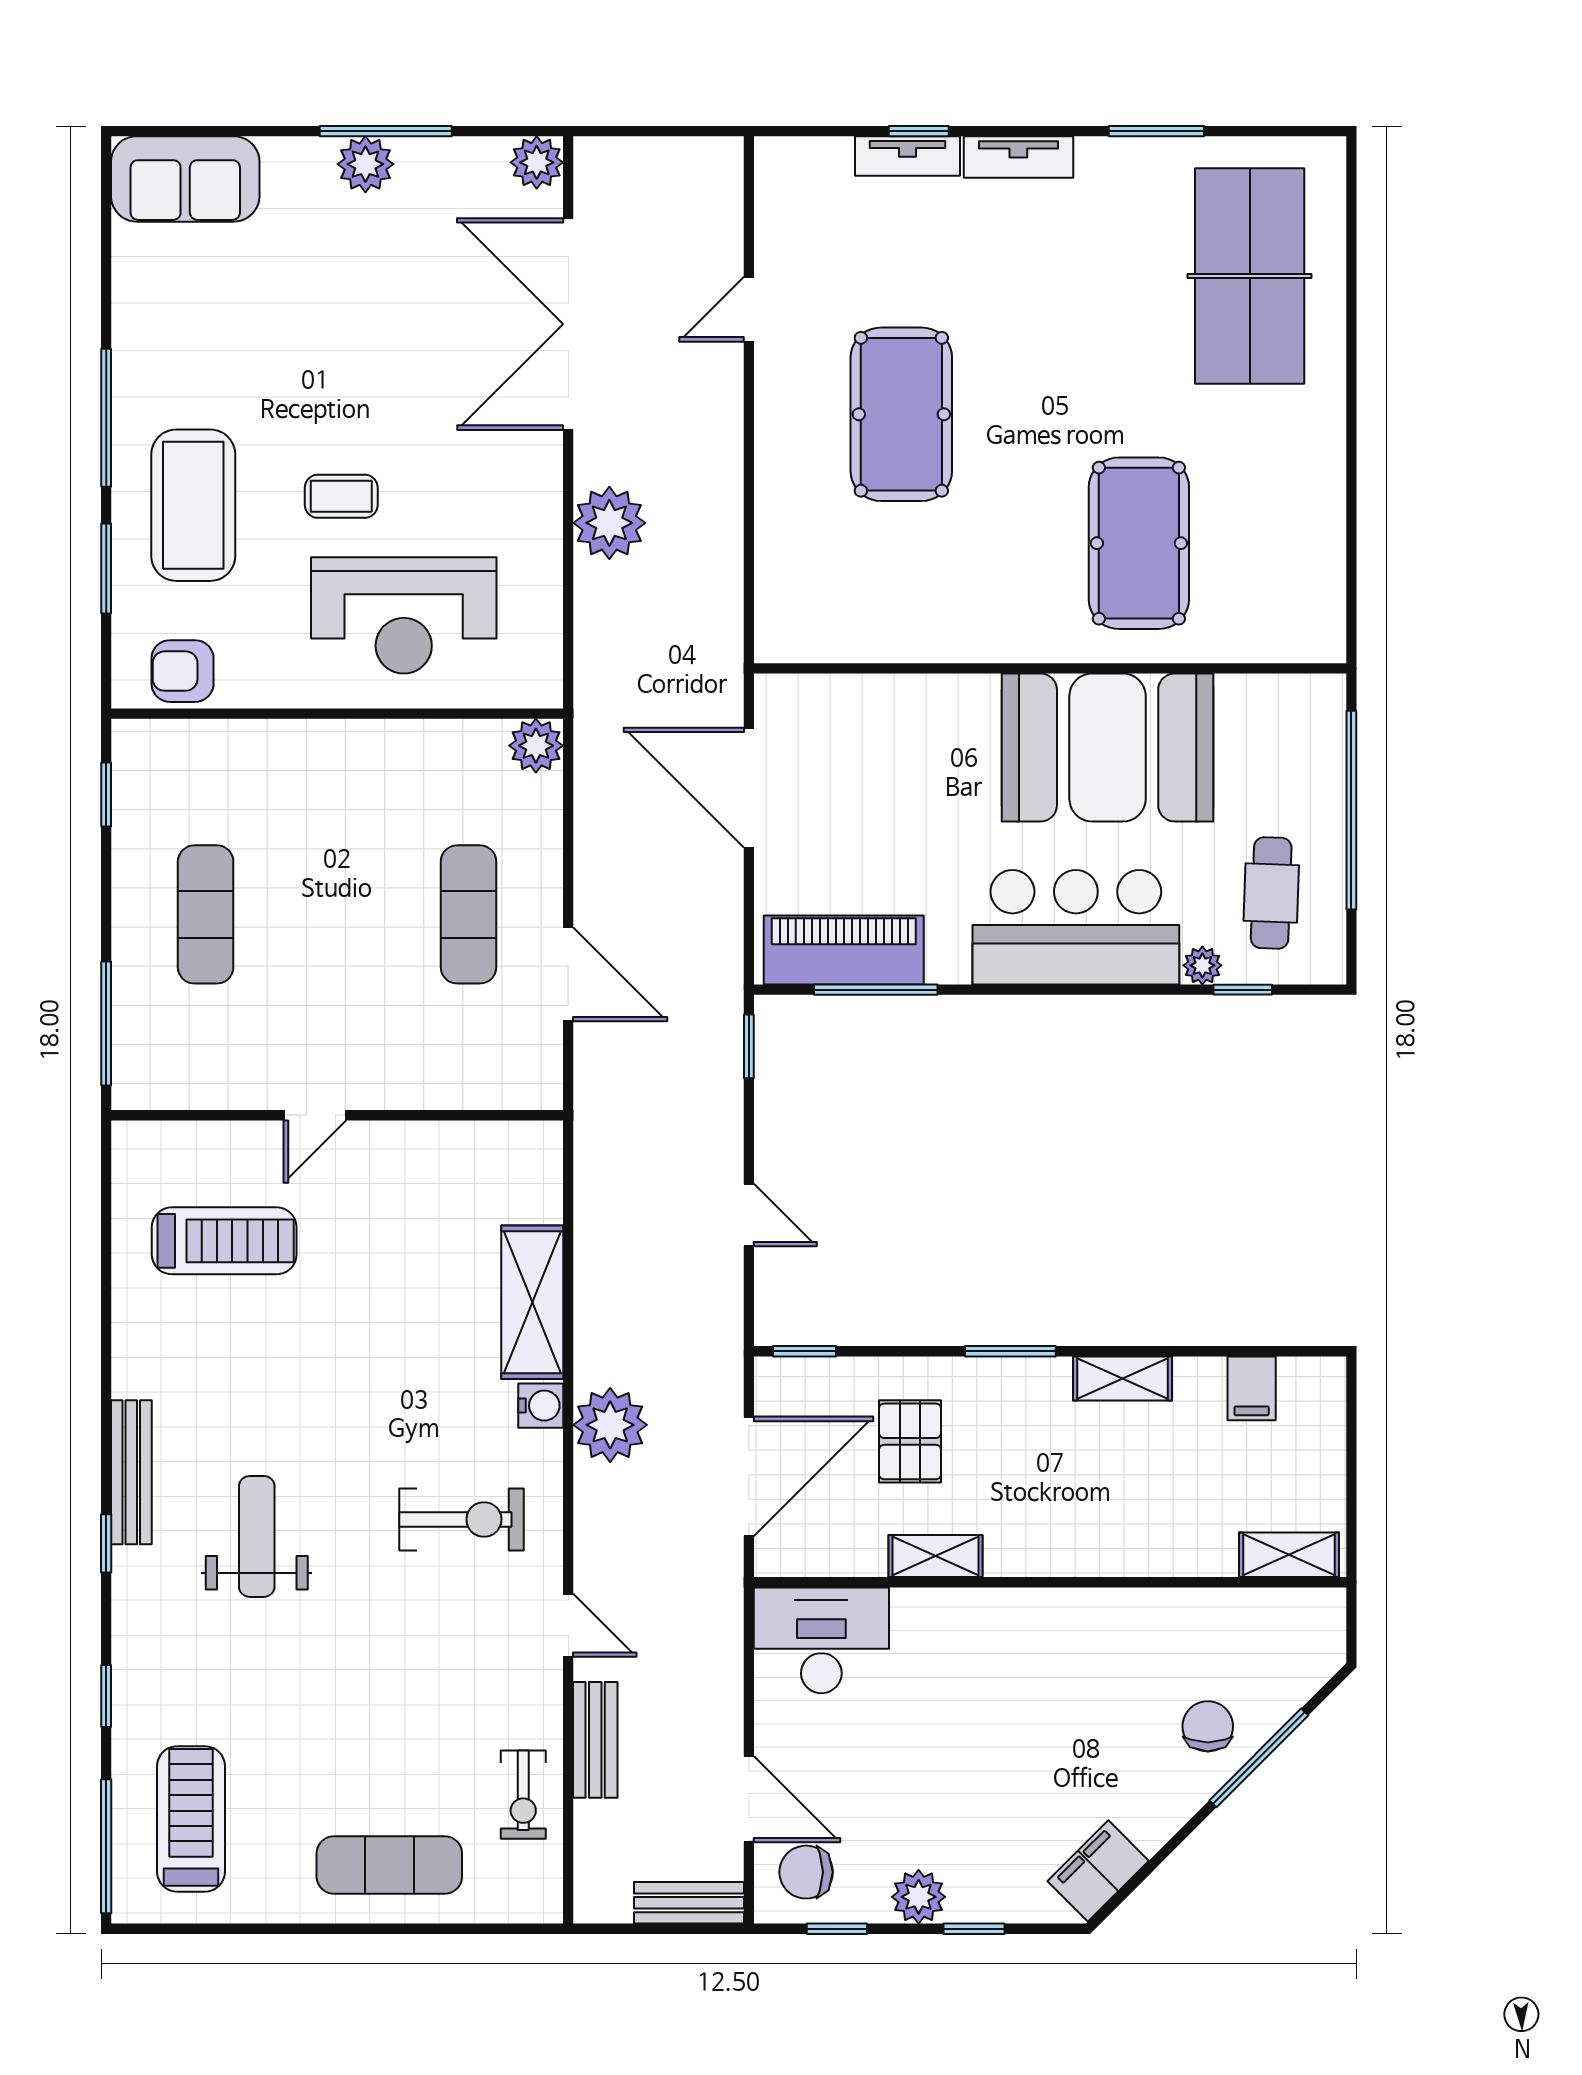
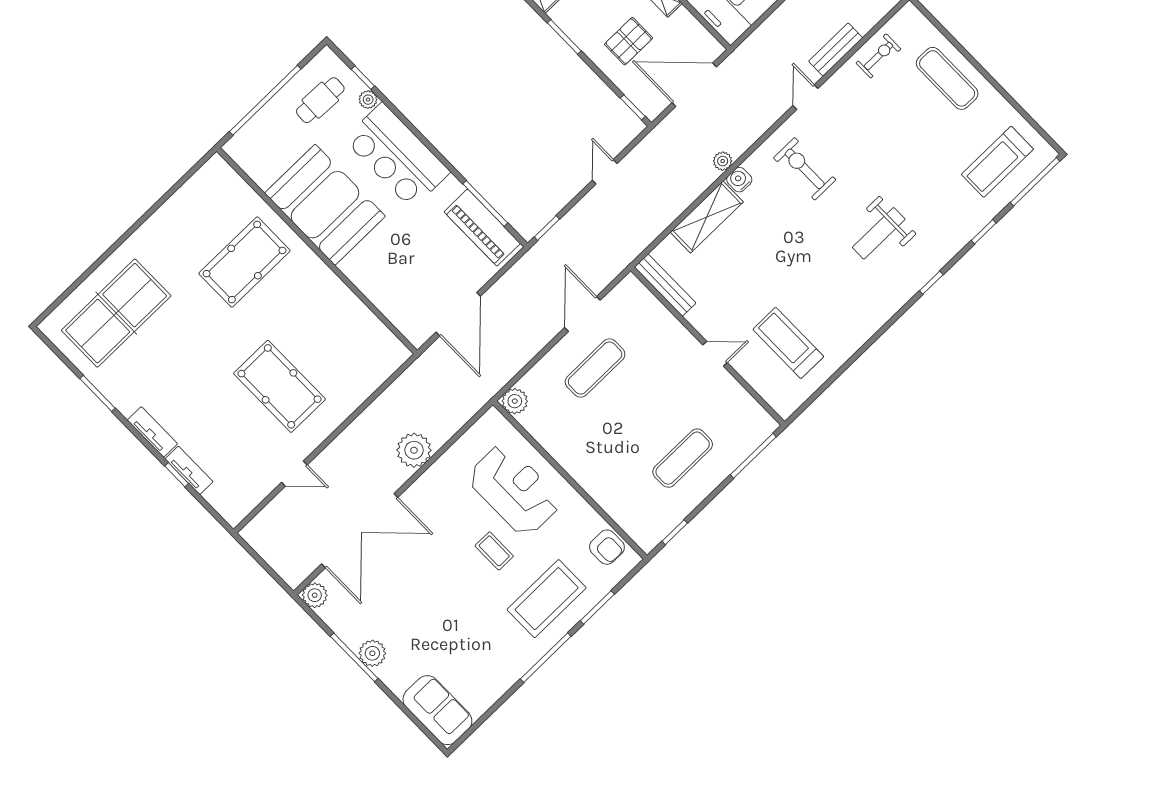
pool table: (901, 414) -> (280, 386), turned 90
plant: (610, 1425) -> (723, 161), width x0.53, depth x0.53
bench: (131, 1472) -> (665, 285), moved, turned 90

